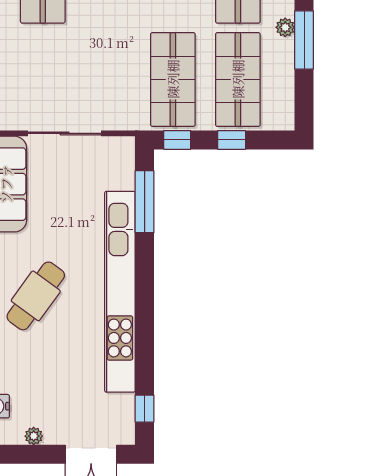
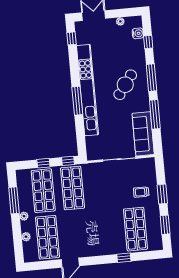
window: (304, 40) -> (14, 200), moved
trolley: (23, 56) -> (141, 192), added
window: (145, 202) -> (77, 101), moved

